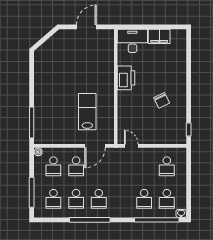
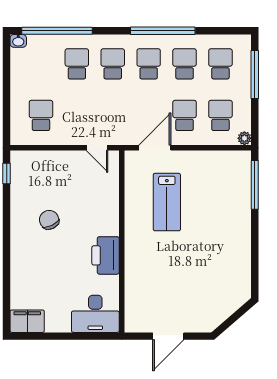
filing cabinet: (159, 36) -> (27, 321), moved
school desk: (167, 199) -> (113, 64), moved

